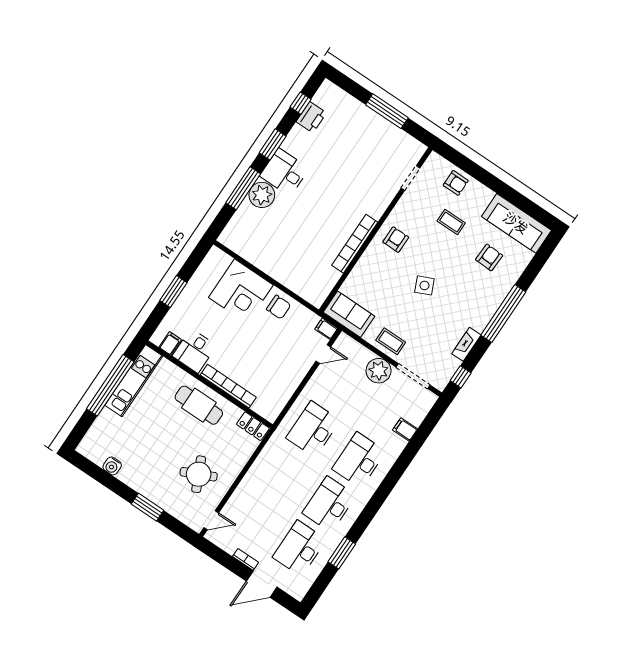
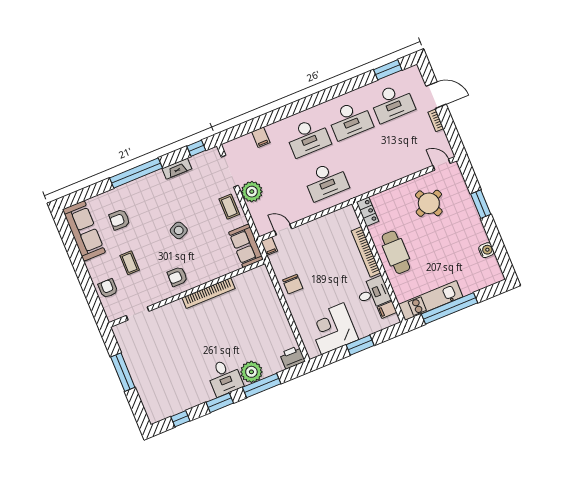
printer: (311, 117) -> (292, 357), moved
corner desk: (241, 291) -> (333, 329), moved, turned -90
chair: (279, 307) -> (293, 284), turned 180
window: (342, 553) -> (388, 70), moved

